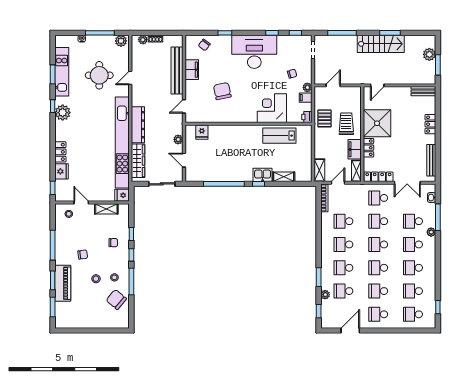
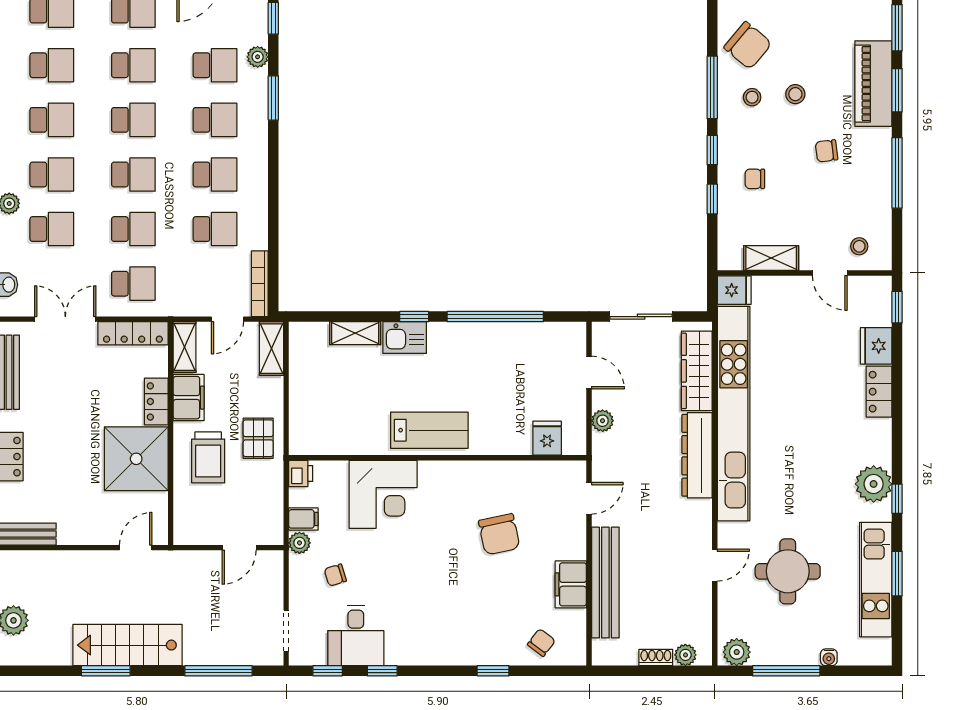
desk: (254, 52) -> (356, 635), moved, width x0.53, depth x0.77
pallet: (325, 118) -> (258, 438), moved
lab bench: (279, 136) -> (429, 430), moved

